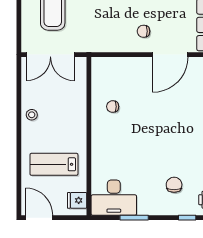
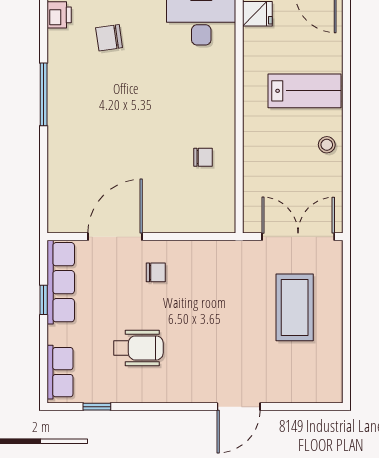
lab bench: (54, 164) -> (304, 91), moved
chair: (174, 185) -> (109, 38), turned 82

